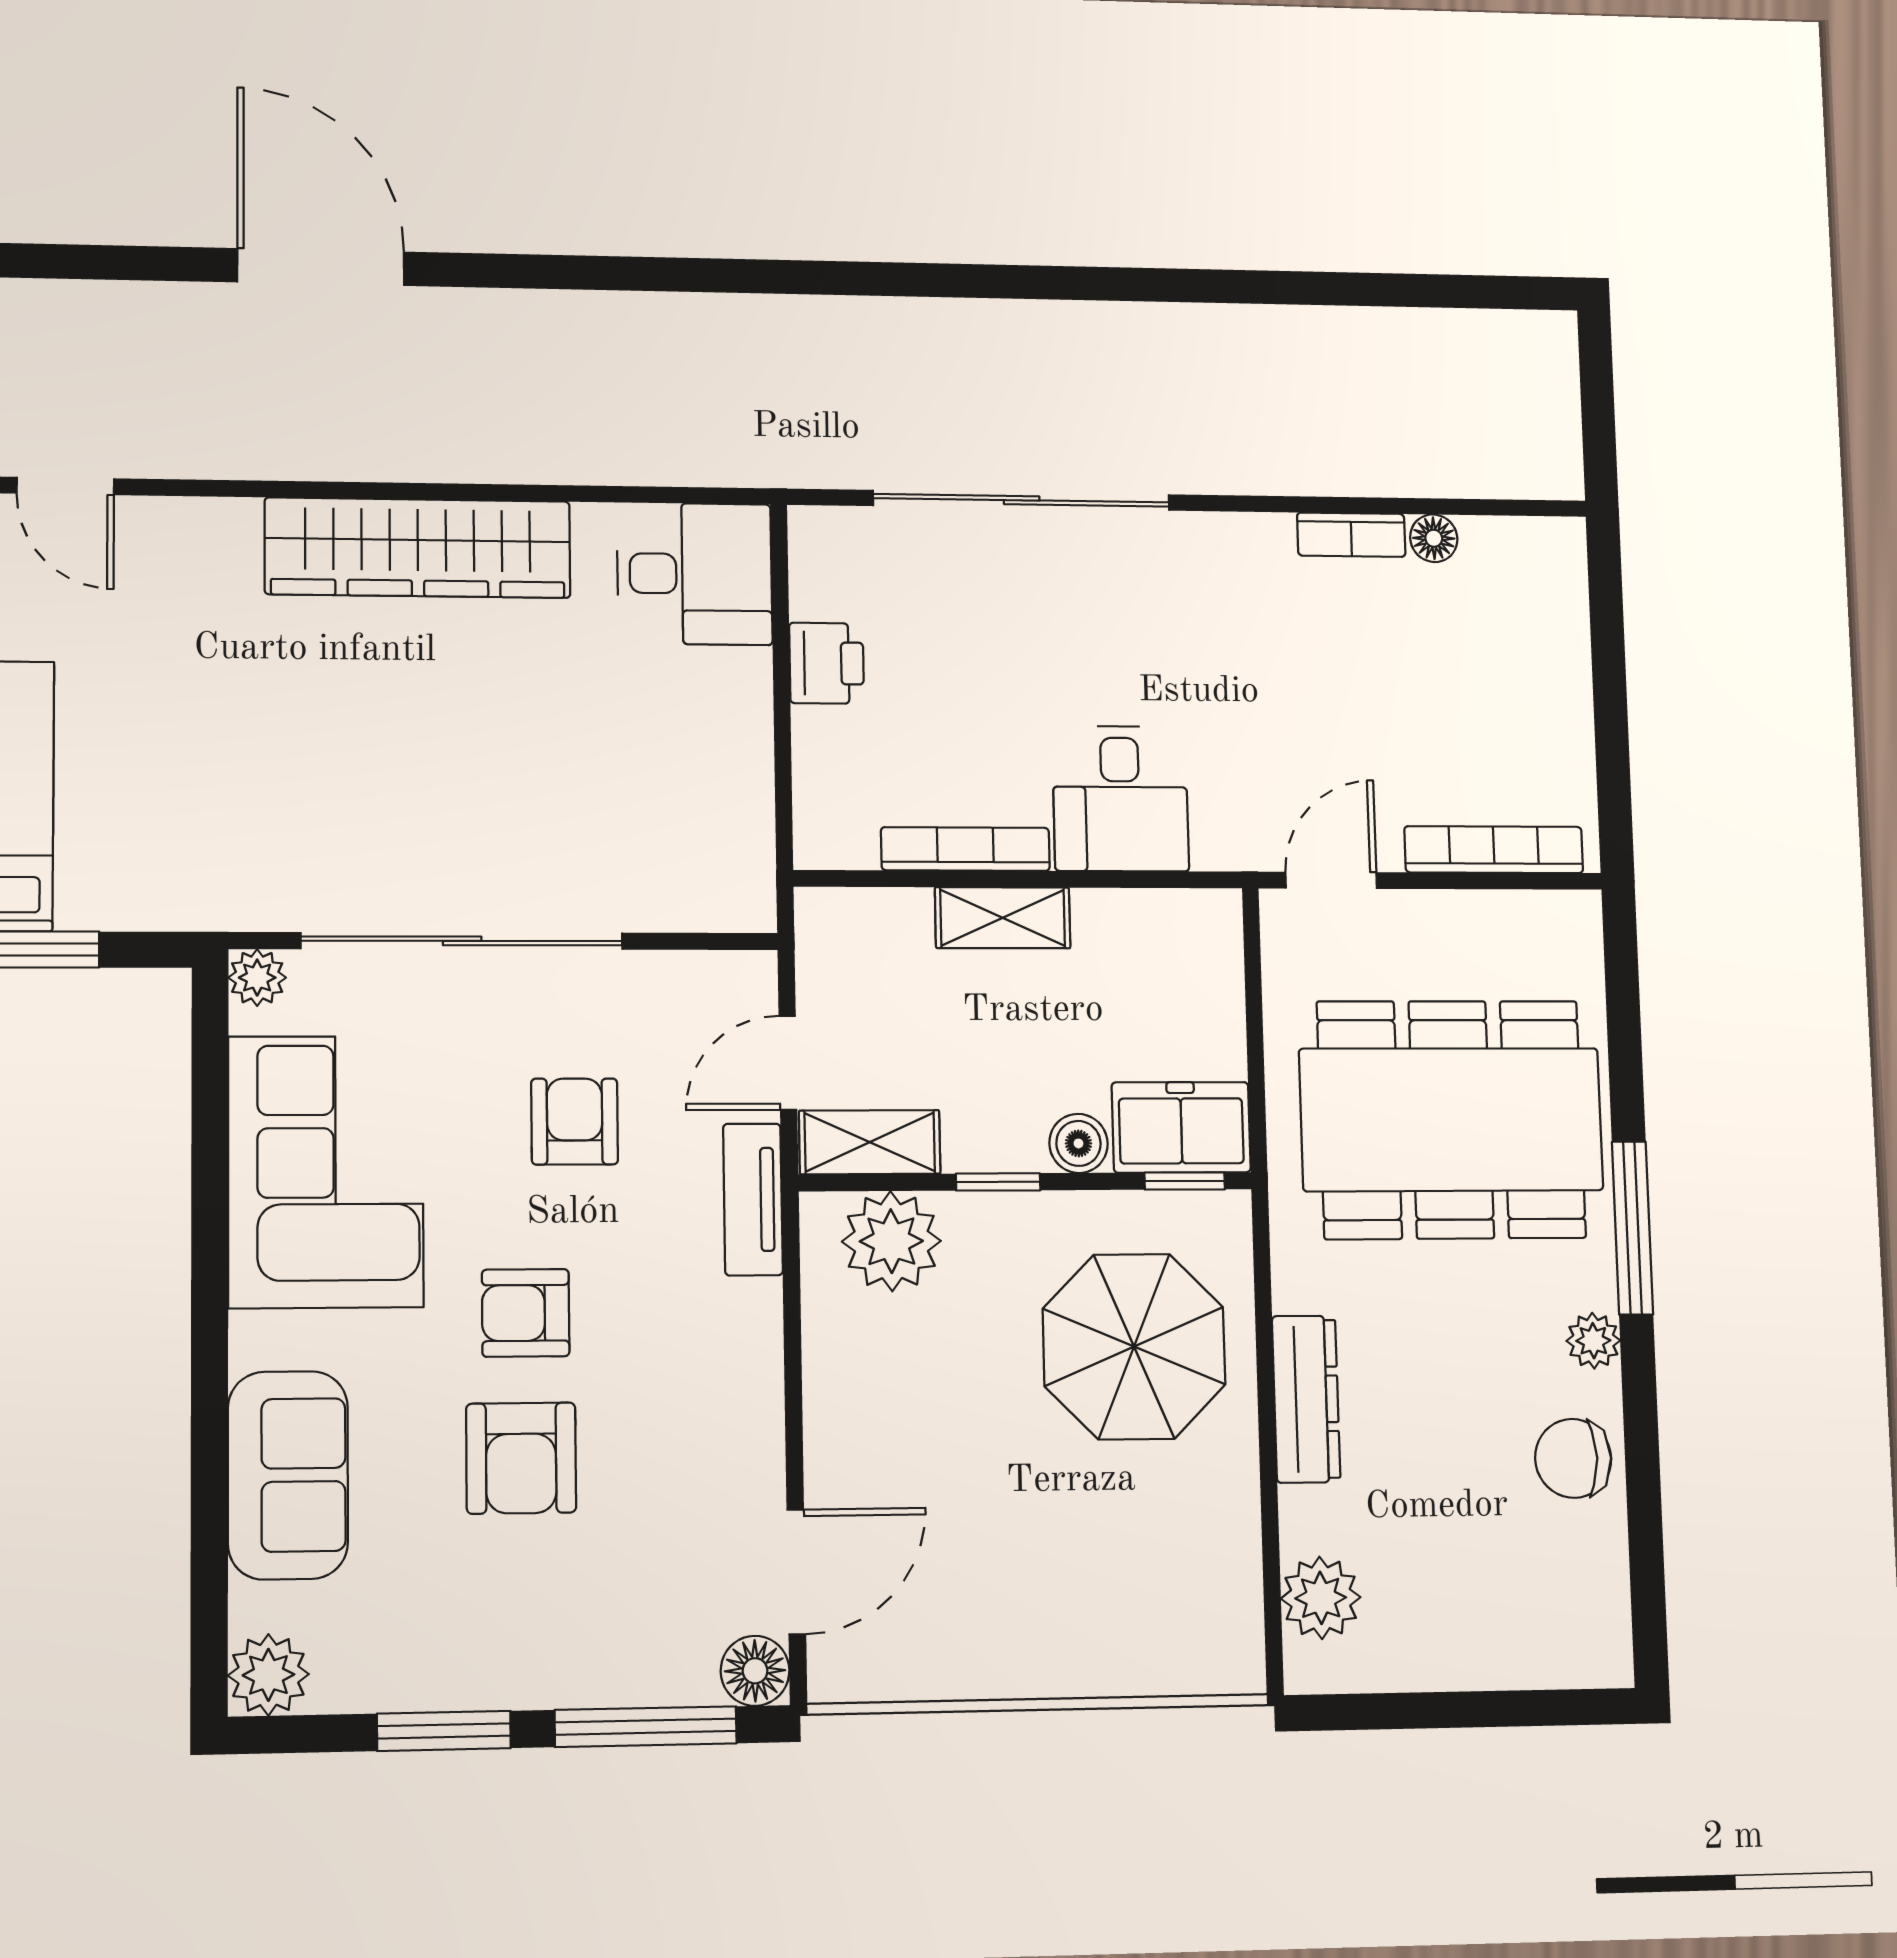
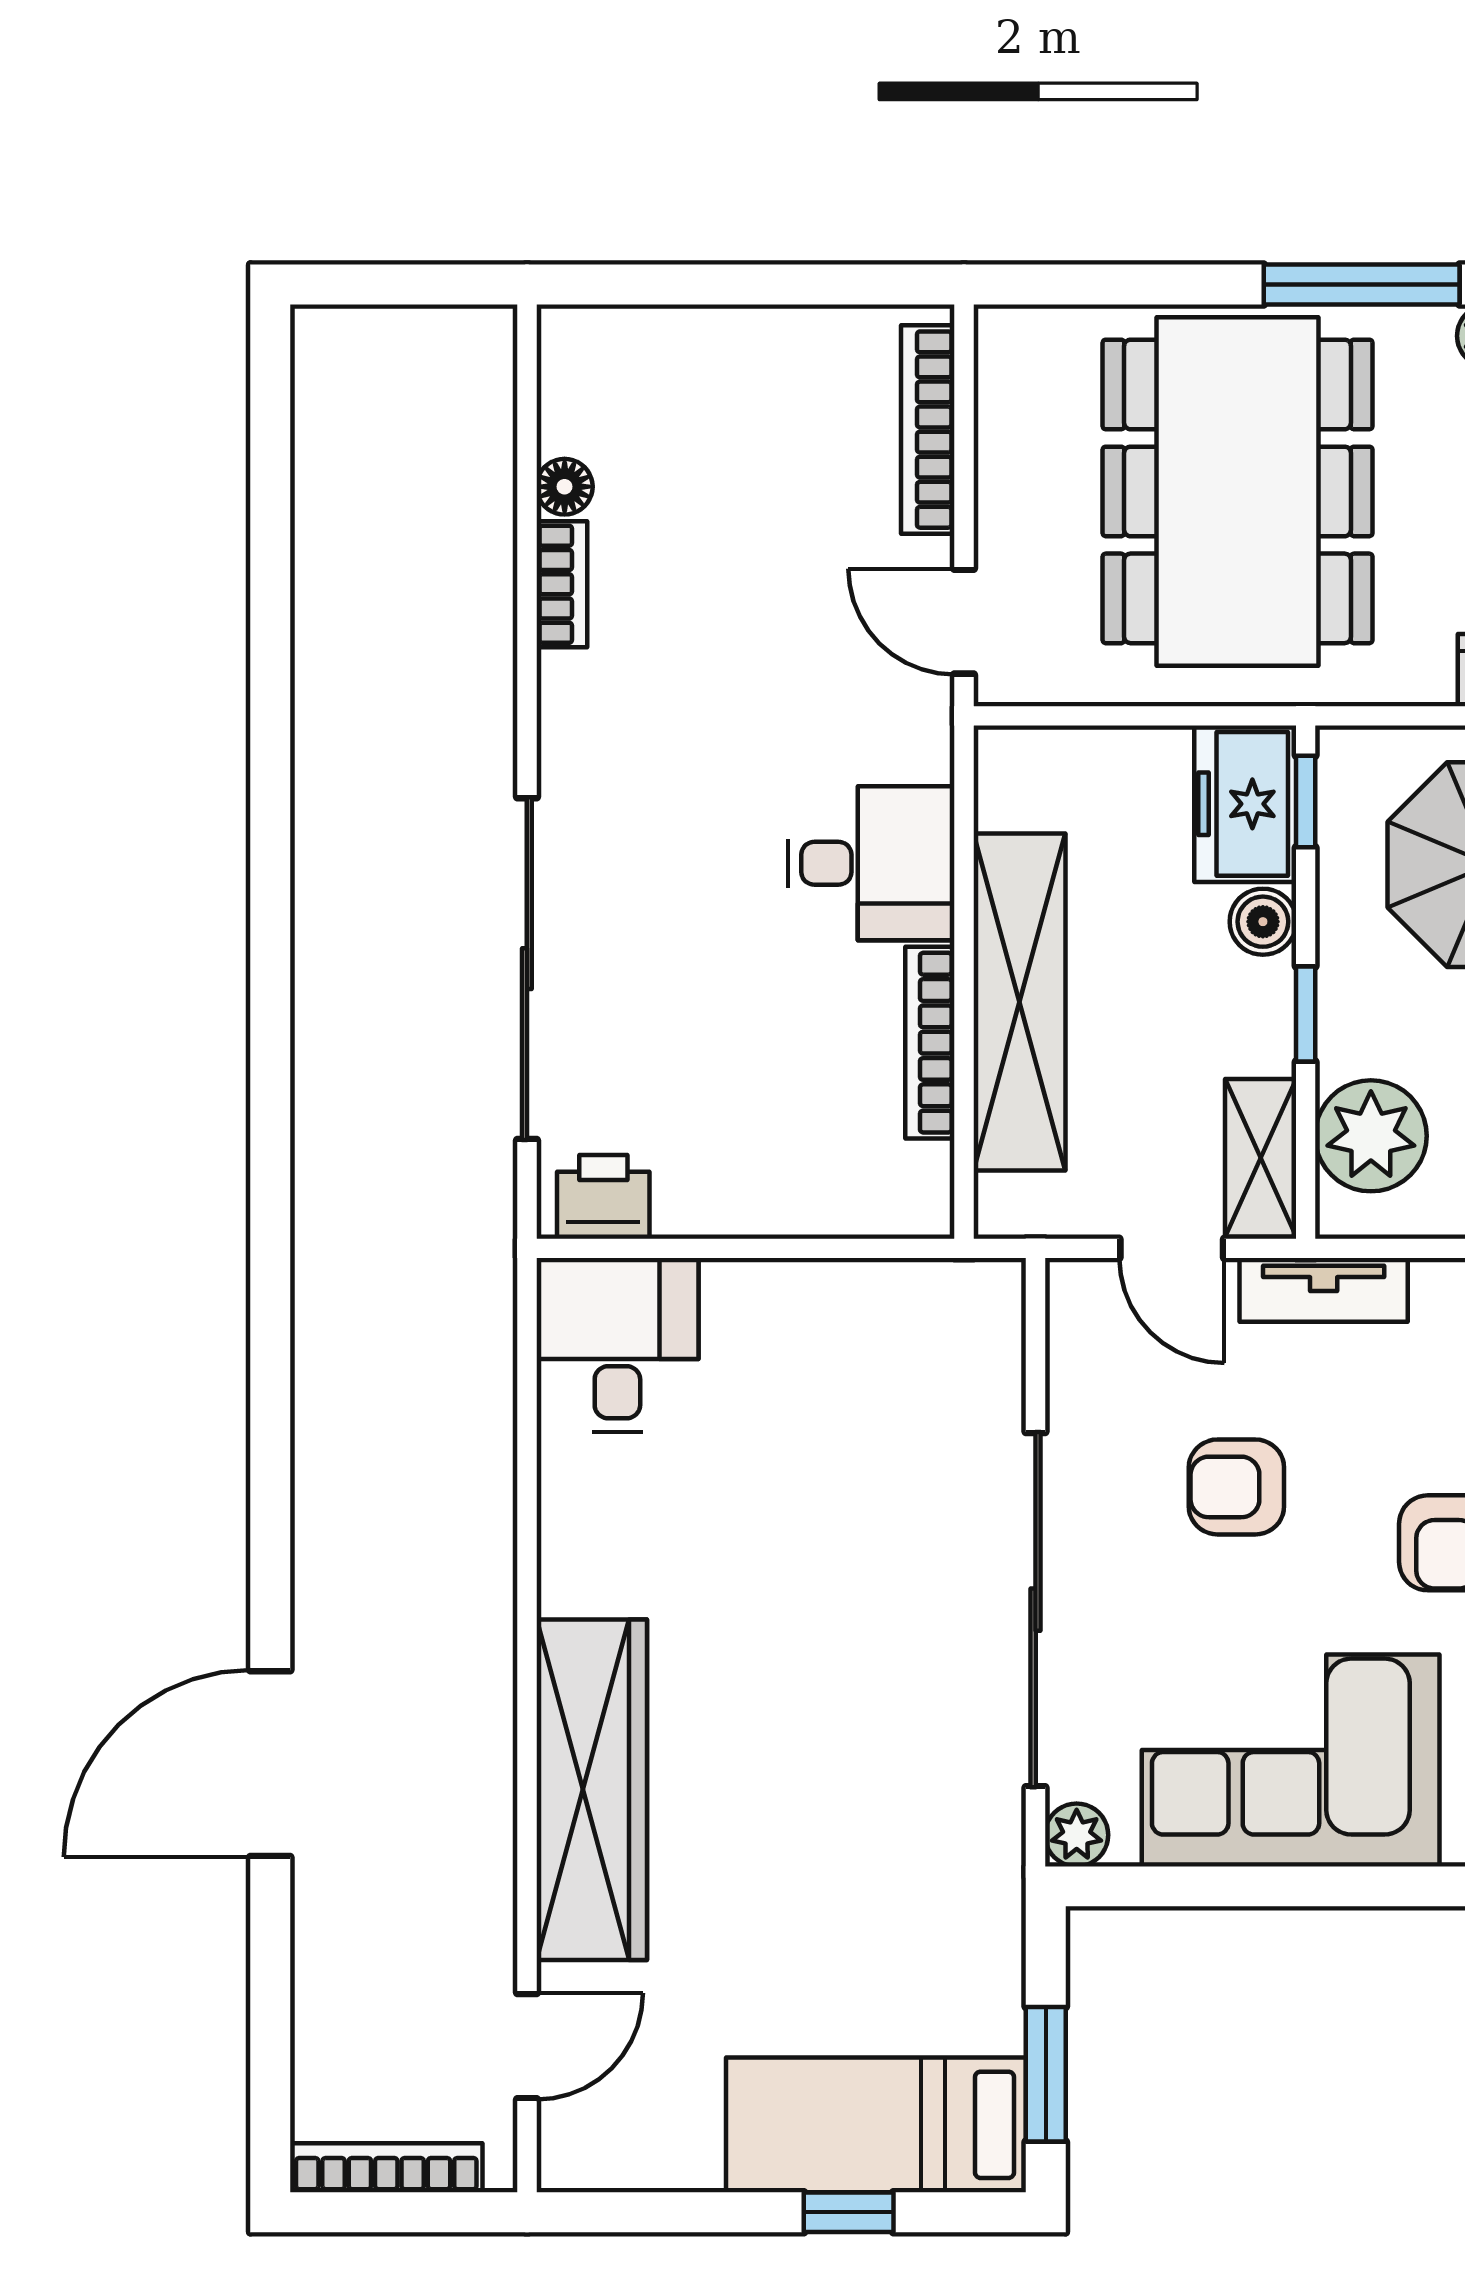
wardrobe: (418, 548) -> (592, 1790), moved
printer: (827, 663) -> (603, 1197), moved
shelving: (1003, 918) -> (1020, 1002), width x2.20, depth x1.33

